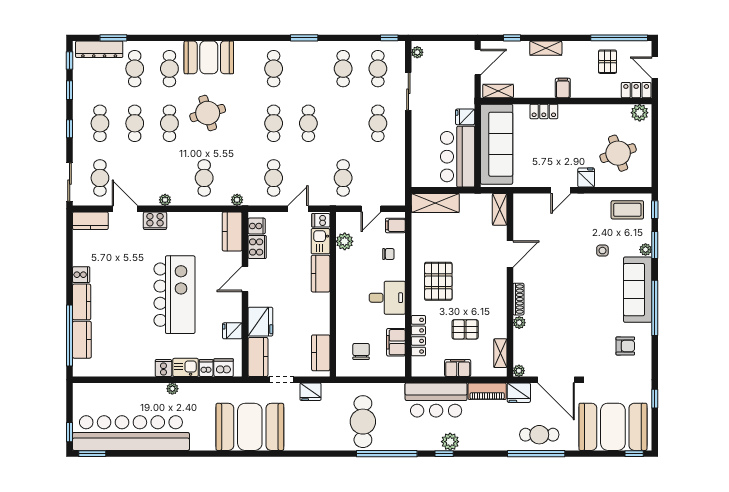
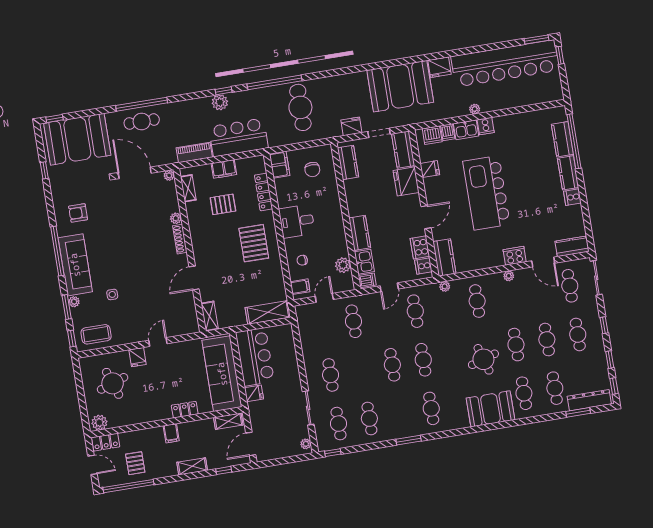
filing cabinet: (396, 342) -> (280, 165), moved
fridge: (519, 393) -> (440, 67), moved, turned 180

